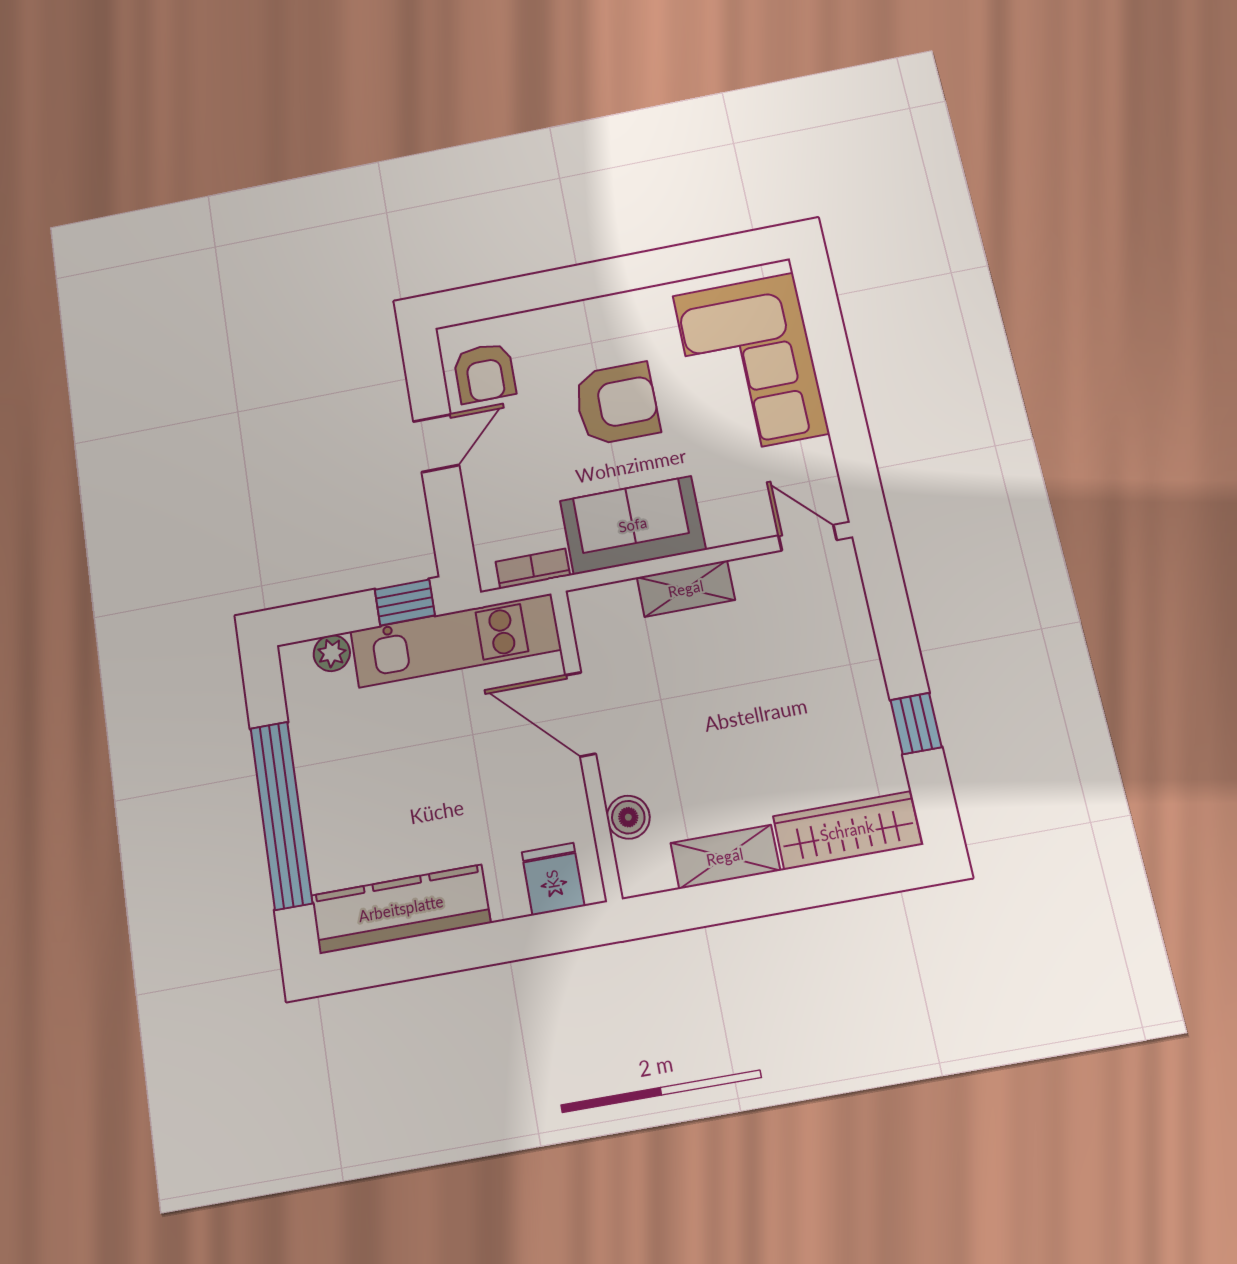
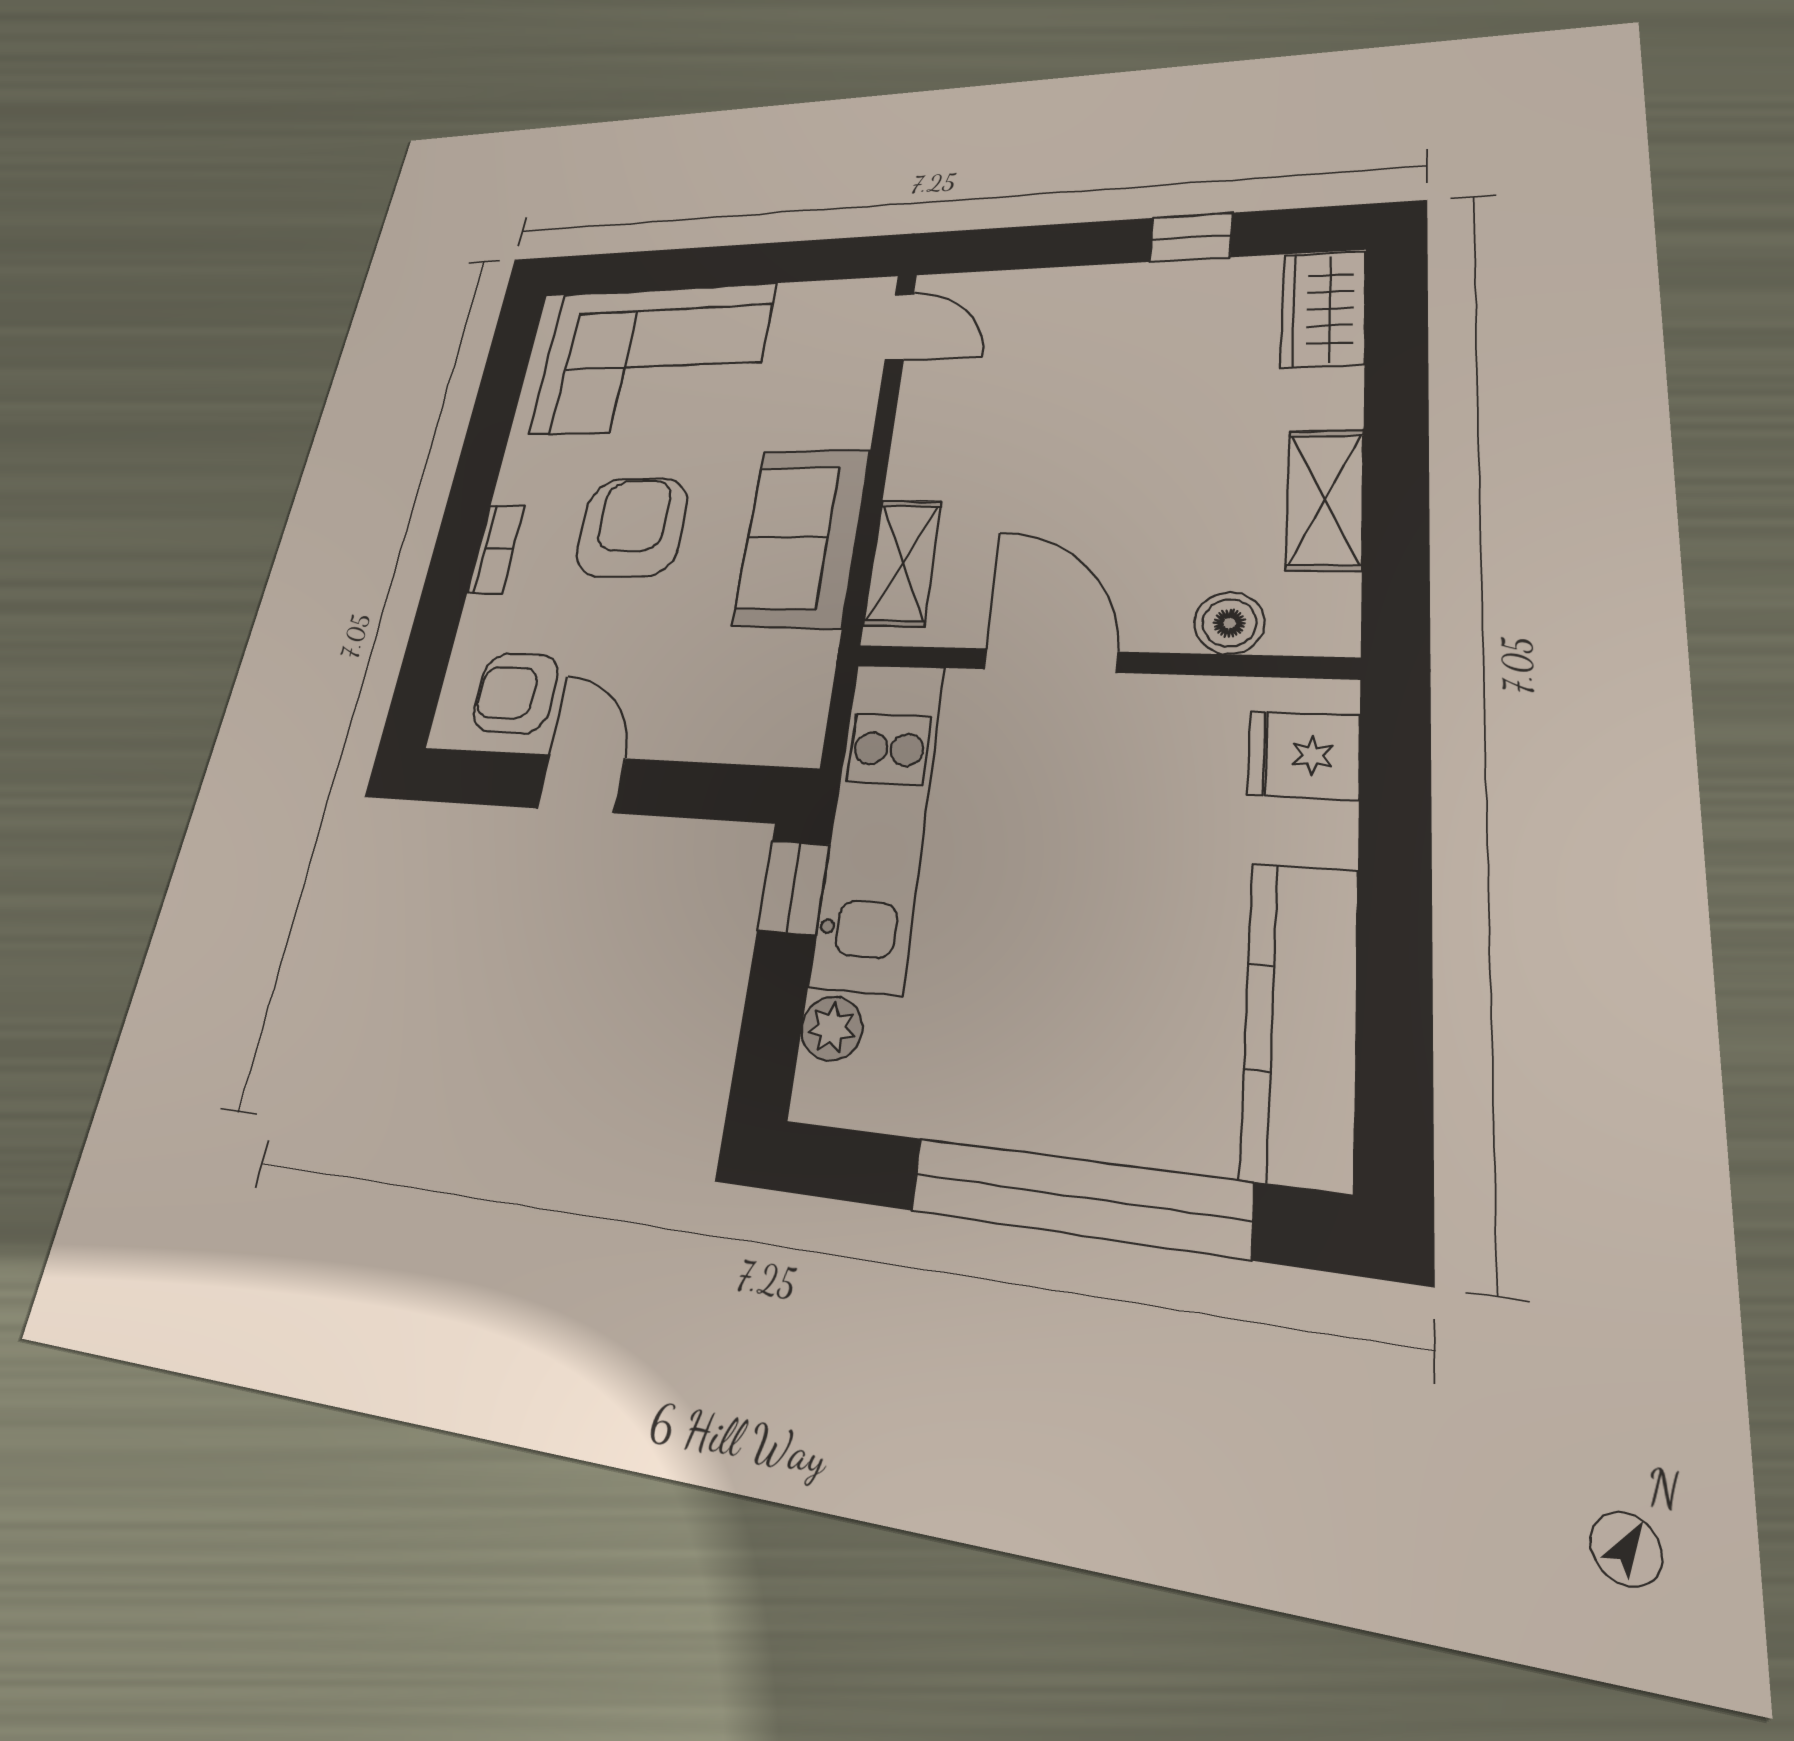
armchair: (485, 373) -> (516, 693), turned 180
door: (808, 538) -> (899, 327), swing flipped
bookcase: (533, 569) -> (496, 549), moved, turned 180
shelving: (686, 589) -> (903, 563), moved
door: (581, 714) -> (1050, 661), swing flipped
wardrobe: (847, 831) -> (1323, 309), width x0.67

